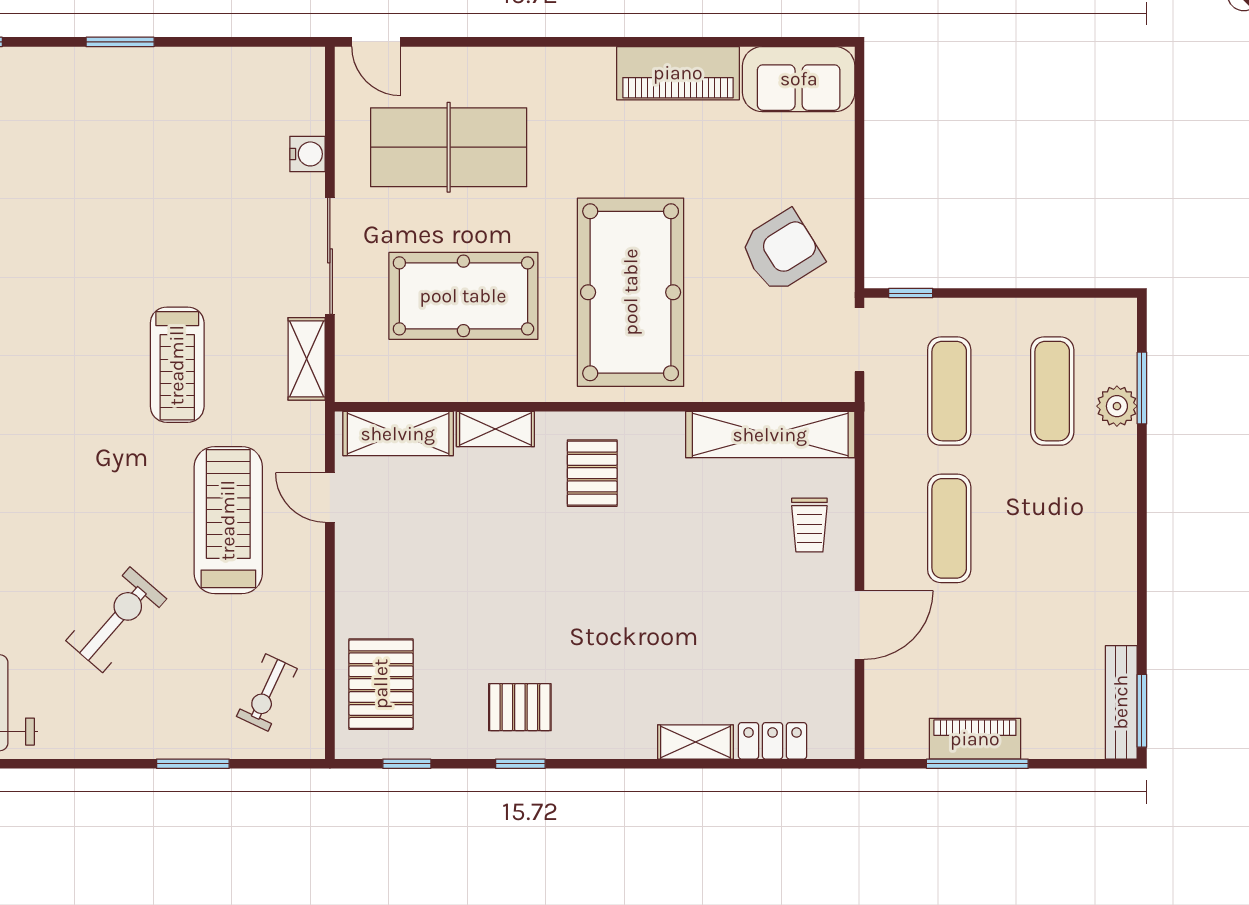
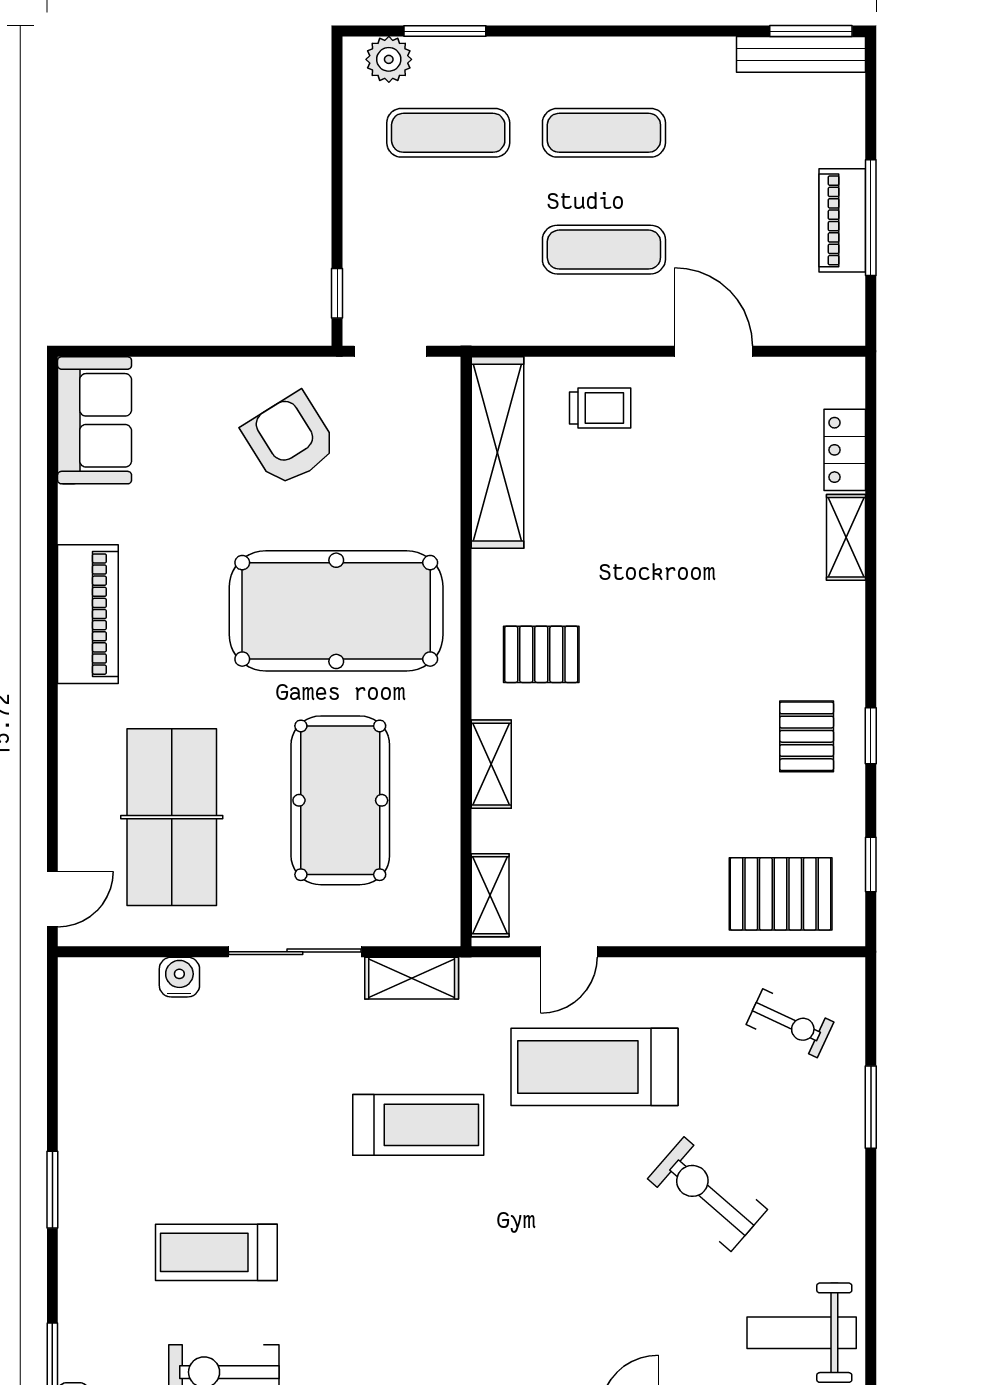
piano: (678, 73) -> (88, 614), moved
treadmill: (65, 187) -> (216, 1252), added
exercise mat: (949, 391) -> (604, 133), moved
plant: (1117, 406) -> (389, 59), moved
shelving: (398, 434) -> (490, 895), width x0.67, depth x0.75

